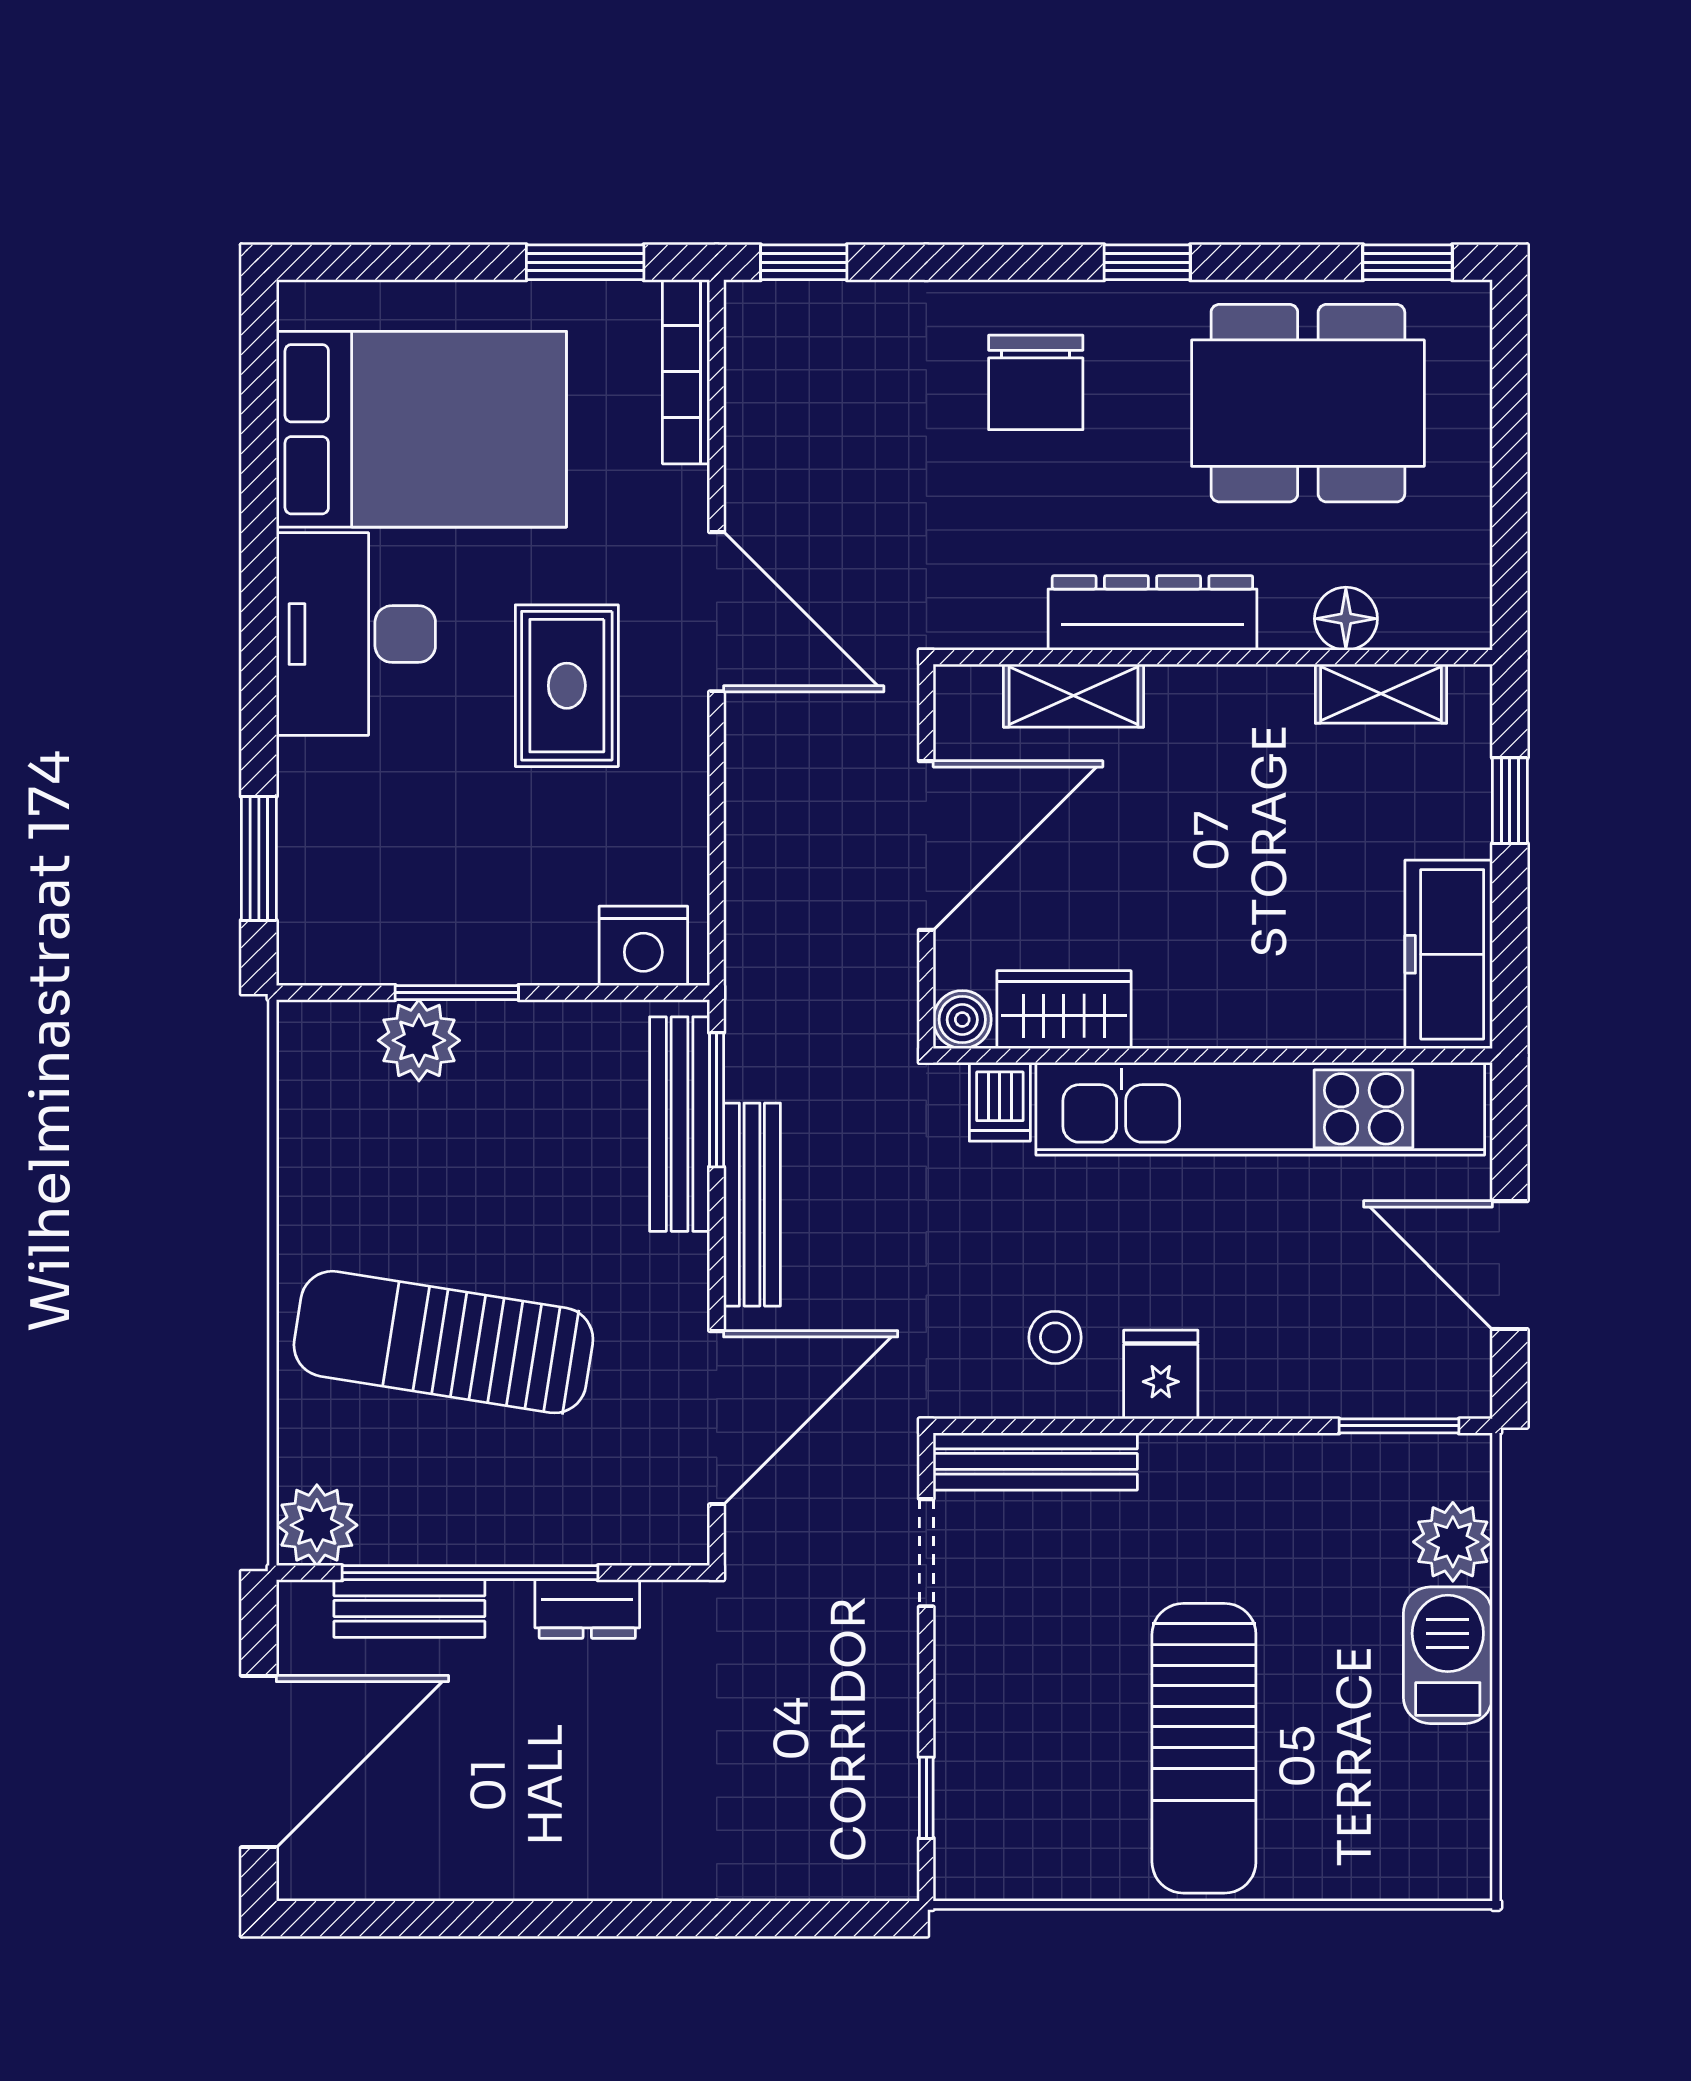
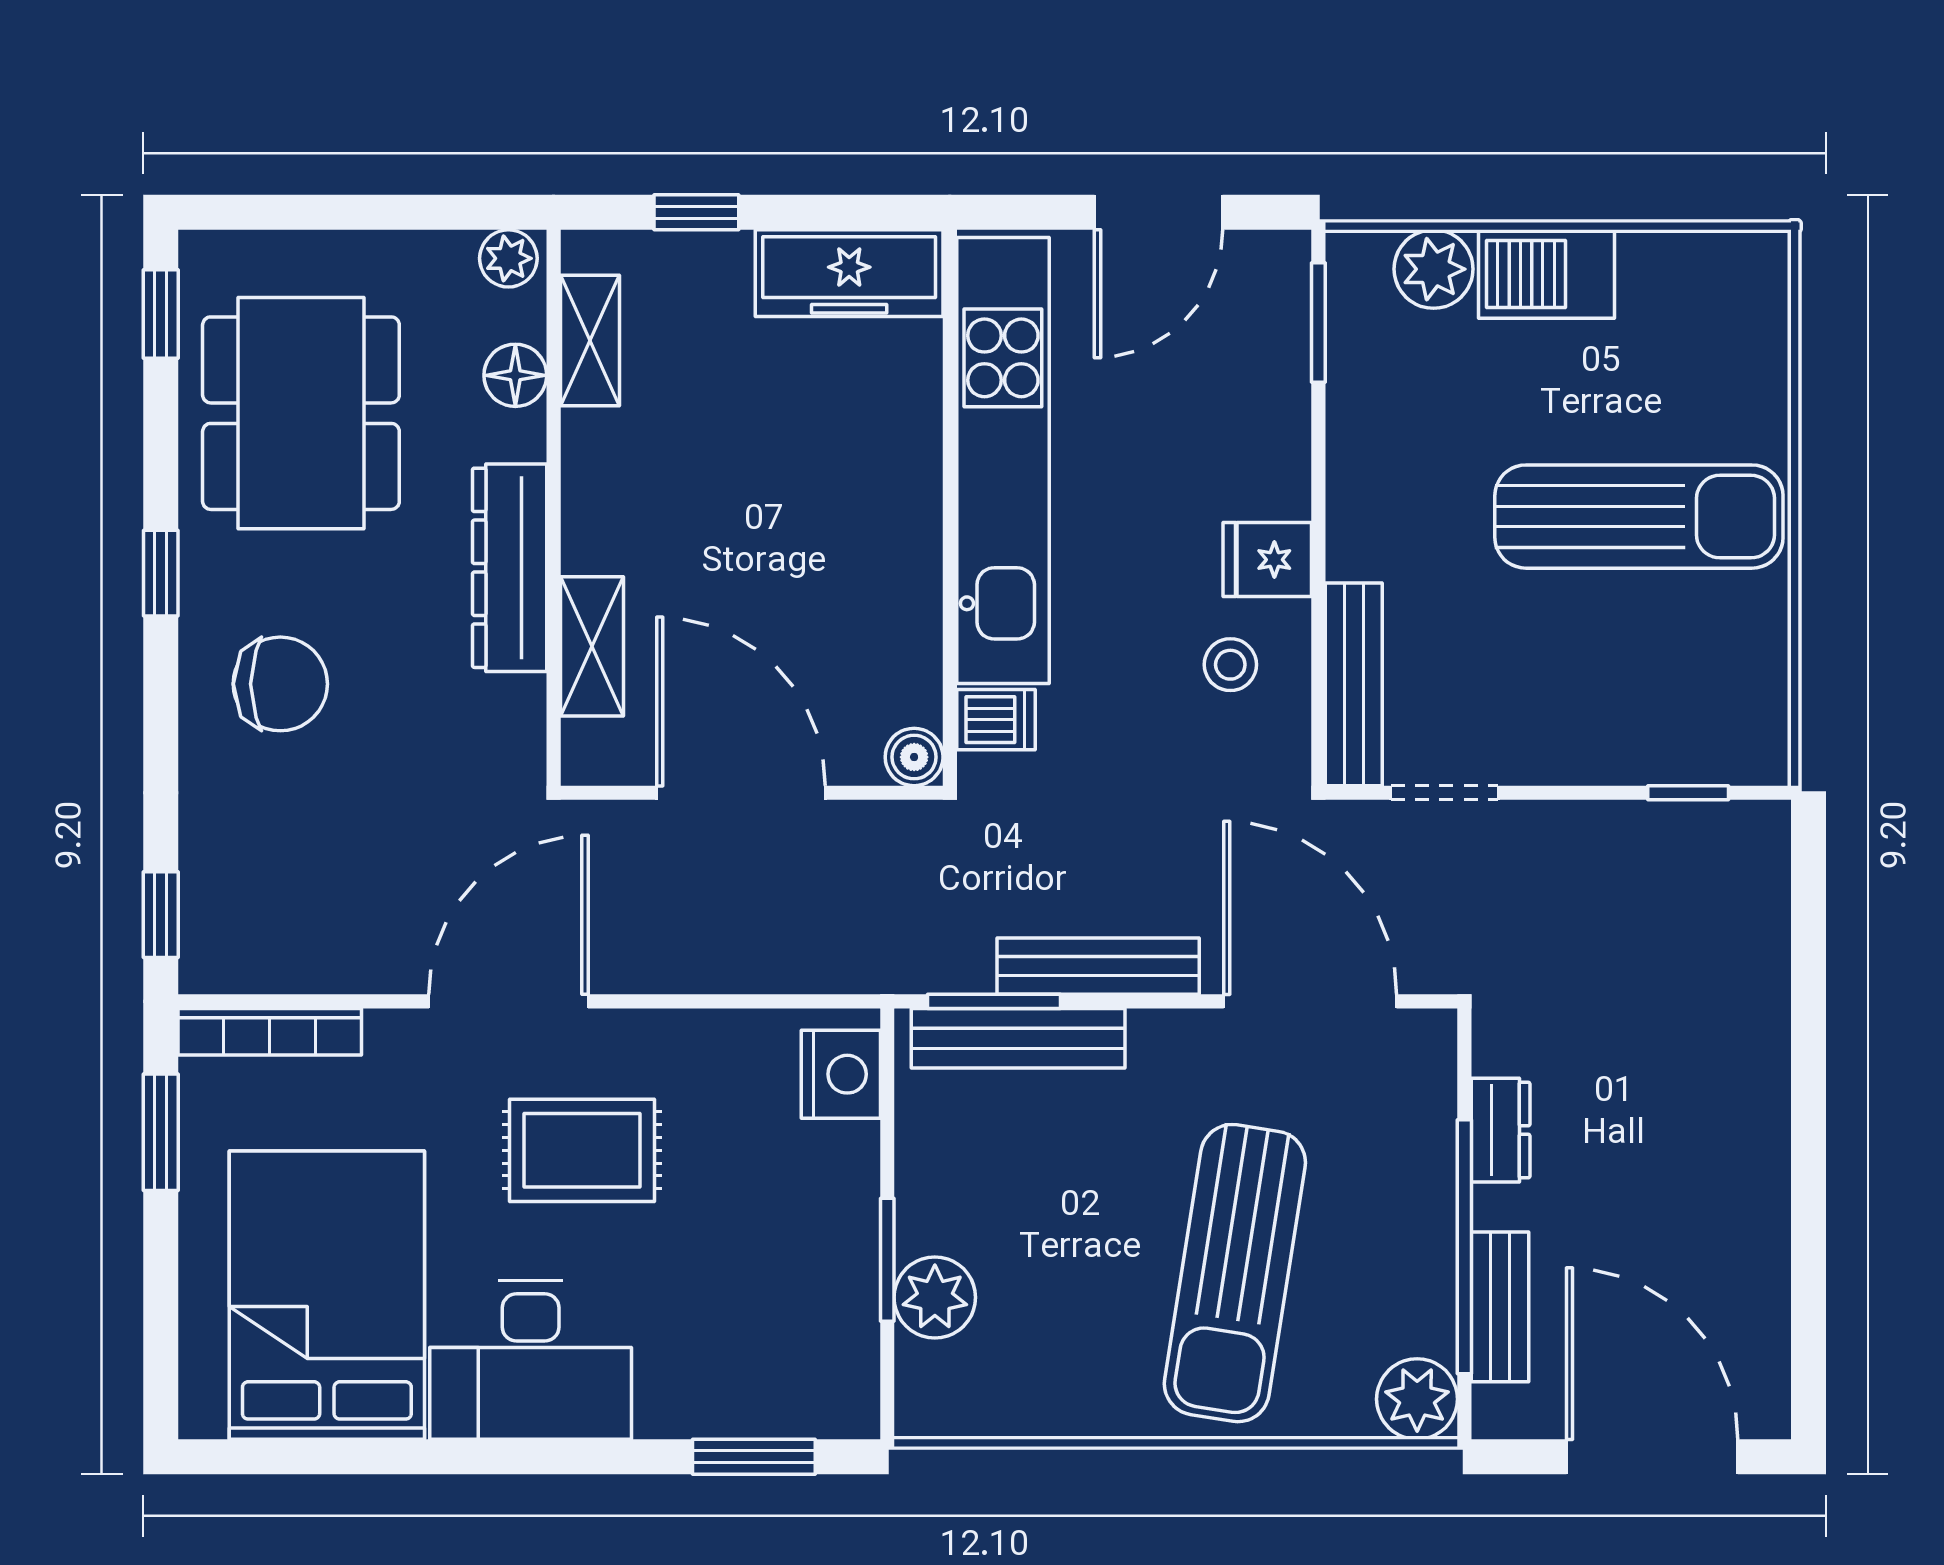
plant: (1464, 612) -> (508, 258), added
wardrobe: (1064, 1010) -> (904, 656), removed

